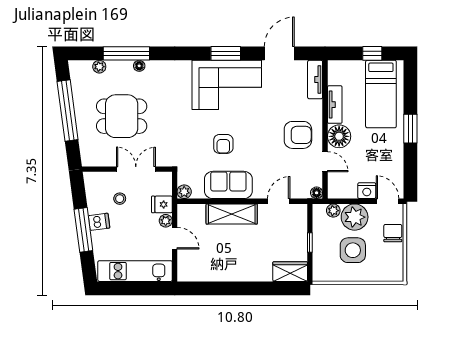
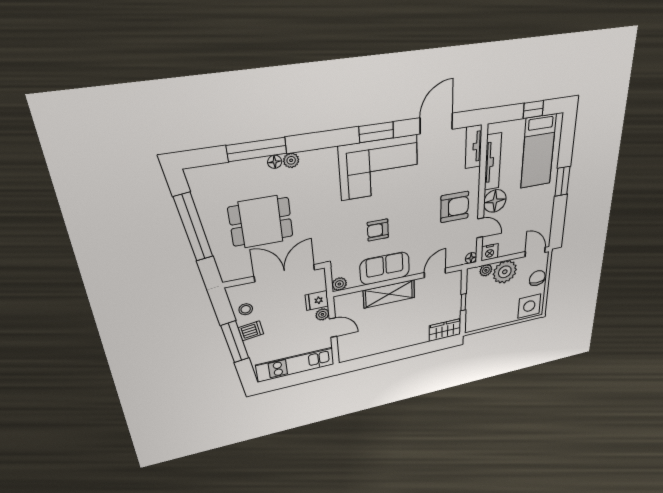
plant: (99, 67) -> (291, 160), moved
tv unit: (335, 105) -> (493, 162), width x1.41
armchair: (223, 144) -> (378, 230), turned 90
double door: (136, 169) -> (285, 273), width x1.37
nightstand: (367, 191) -> (490, 252), moved
stool: (120, 199) -> (246, 309), moved
side table: (353, 250) -> (529, 306), moved

